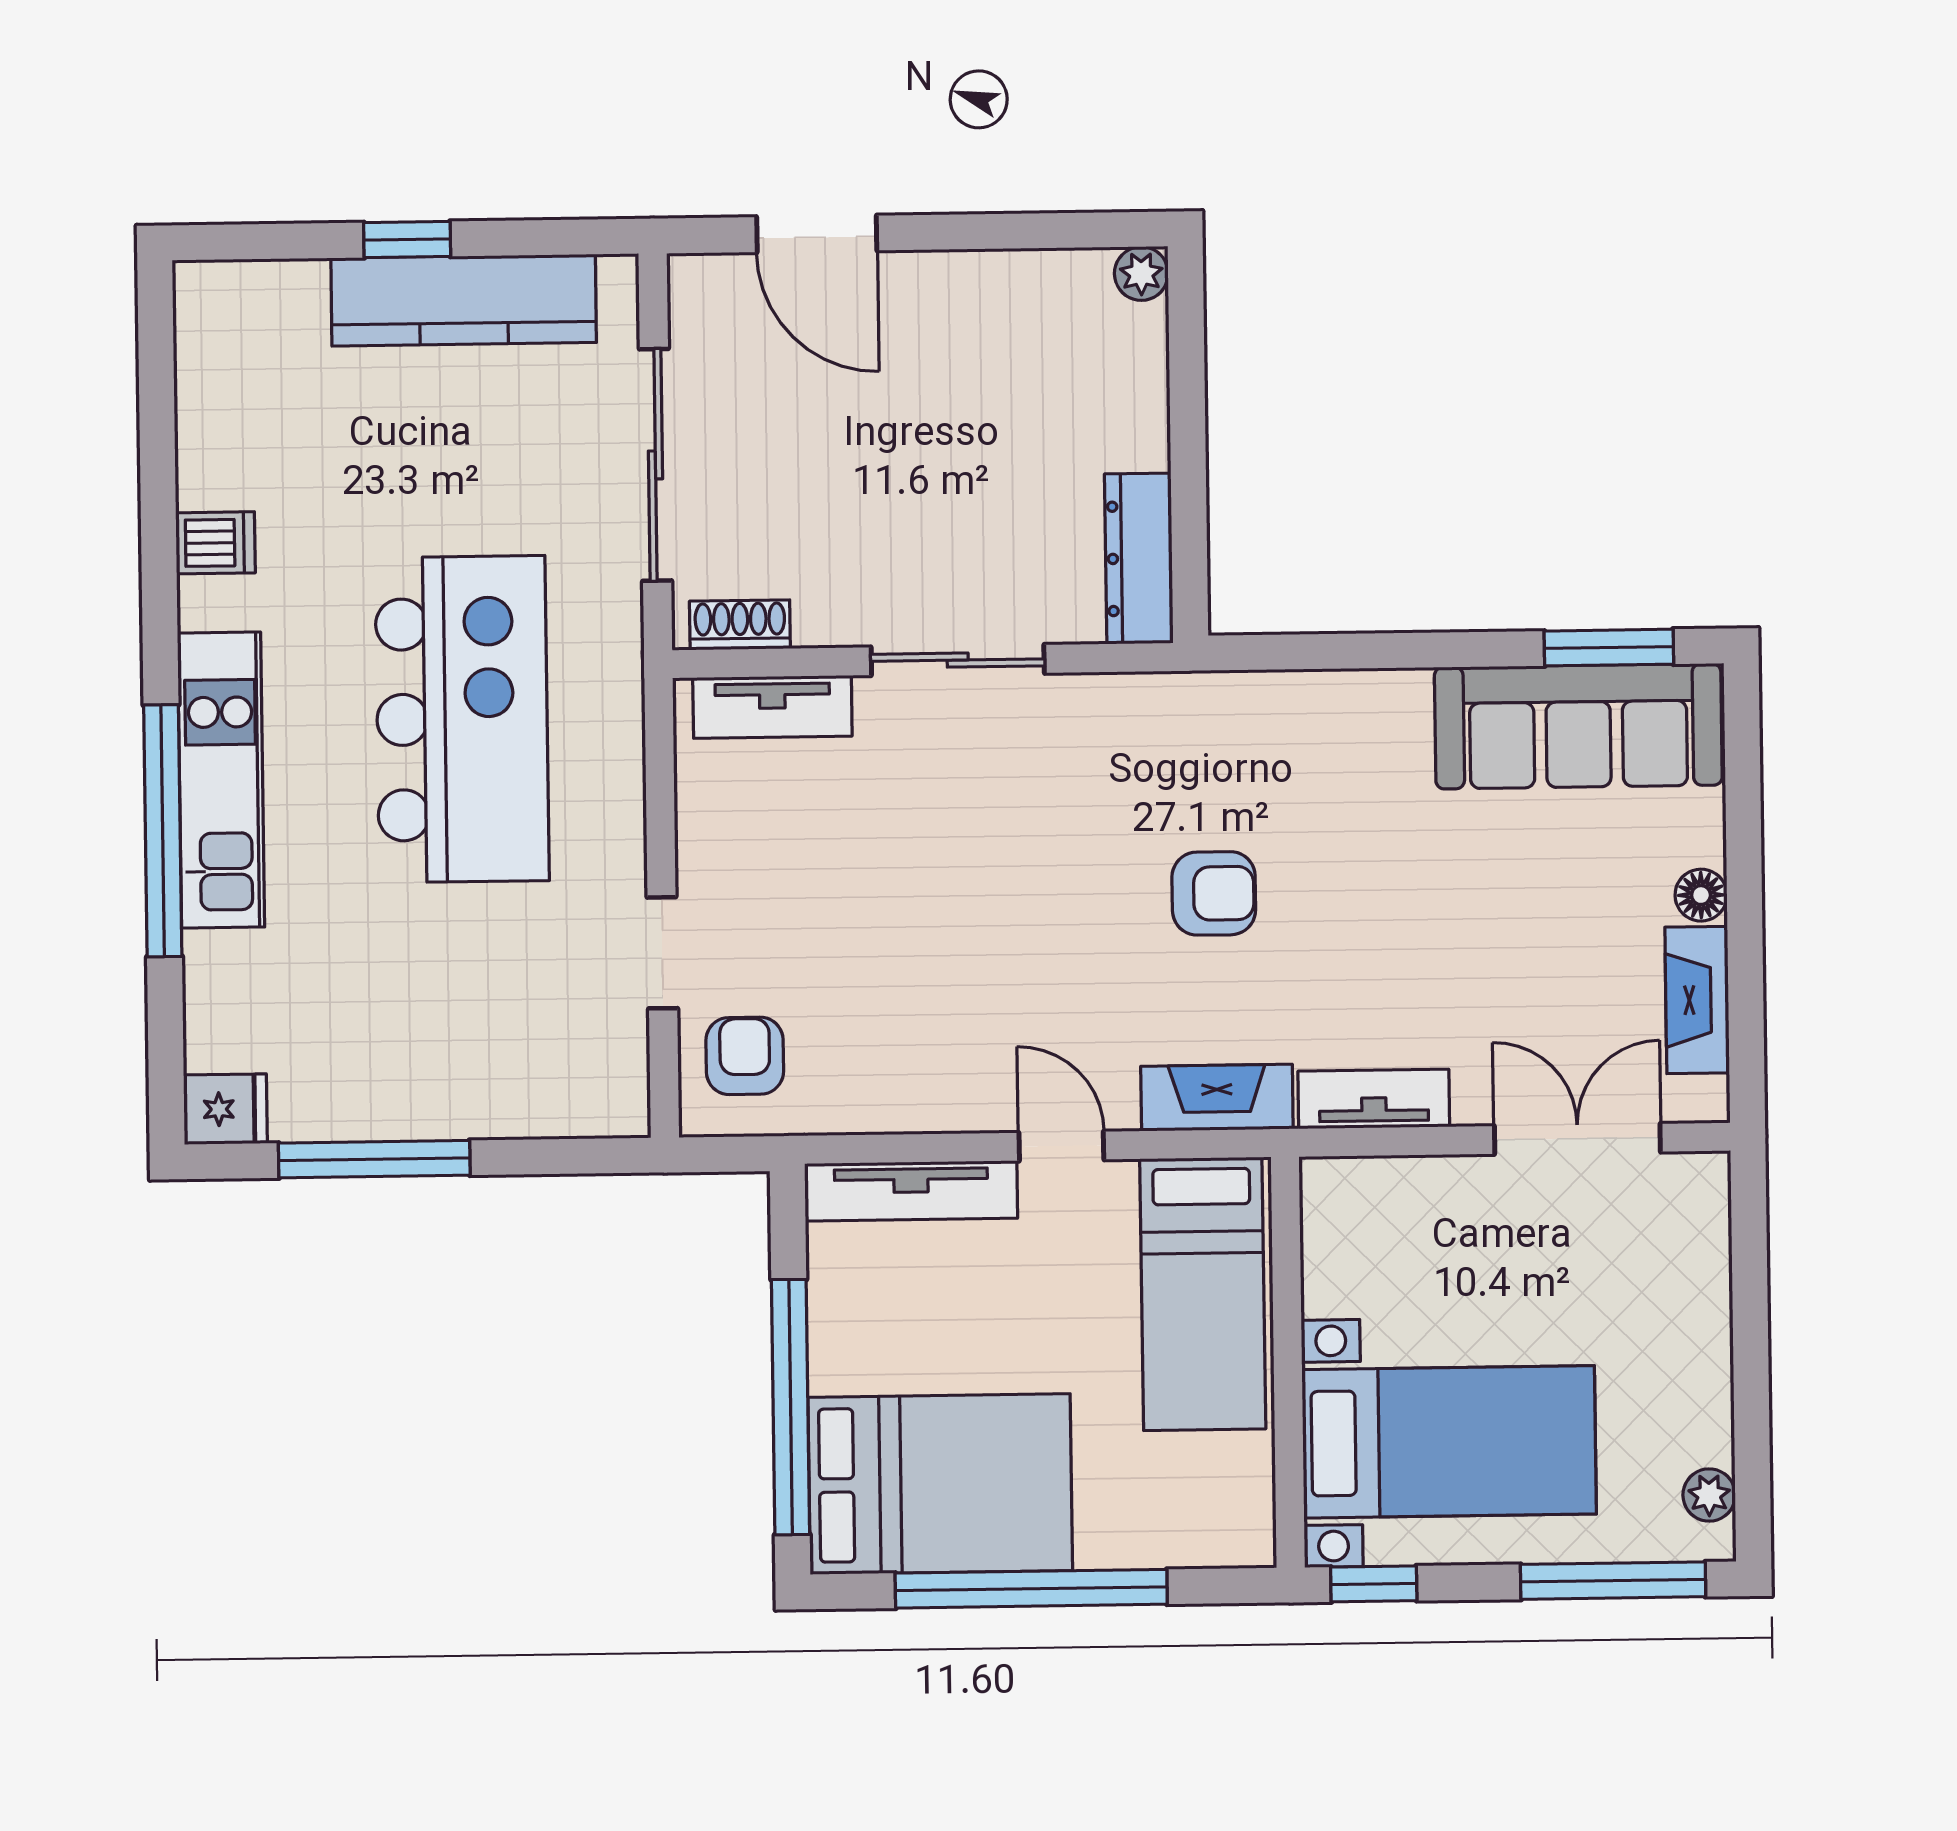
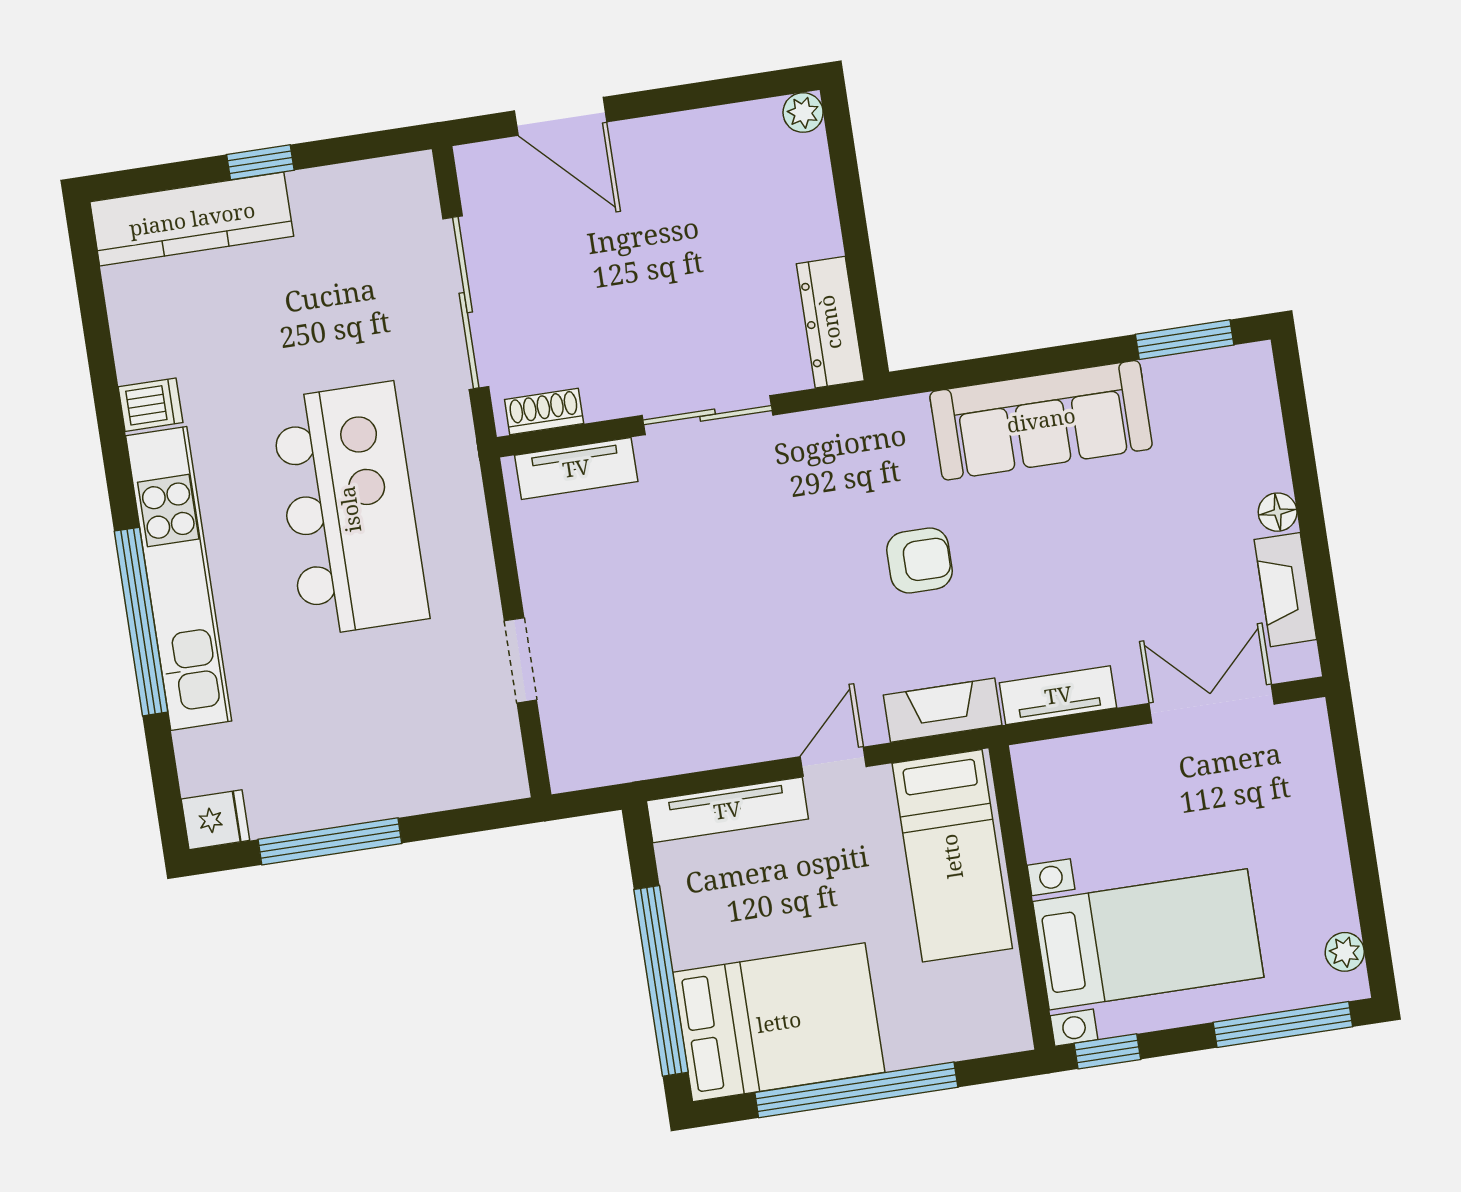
kitchen counter: (464, 300) -> (192, 219), moved
sofa: (1578, 726) -> (1041, 420), moved
kitchen unit: (221, 780) -> (179, 578), width x1.36
armchair: (745, 1056) -> (592, 728), removed
door: (1061, 1146) -> (833, 762), hinge flipped

